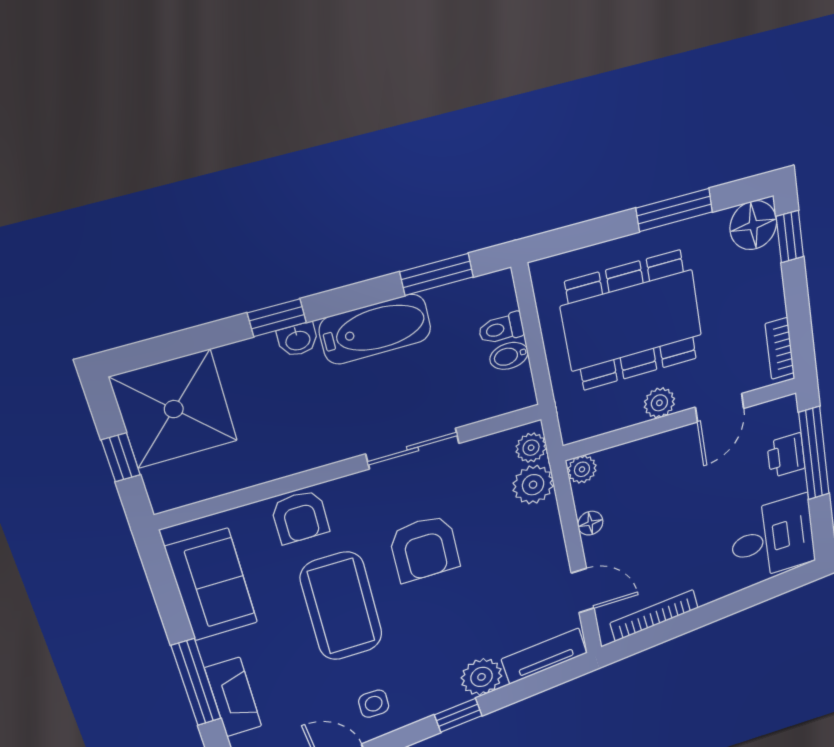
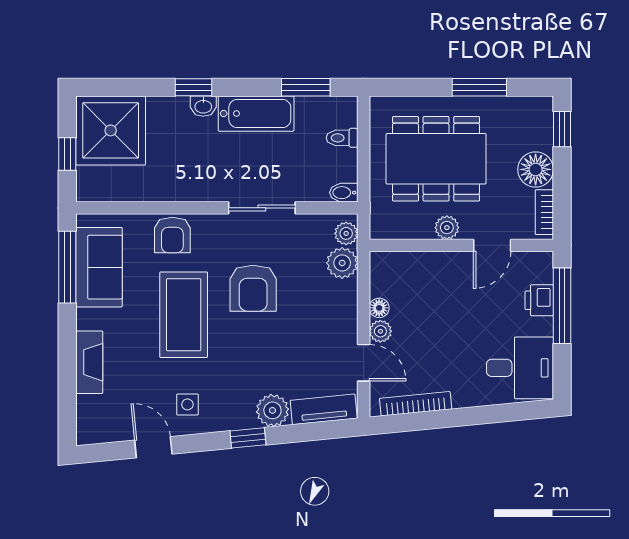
floor lamp: (753, 225) -> (536, 169), moved
bidet: (509, 356) -> (344, 193), moved
plant: (582, 469) -> (380, 331), moved
window: (196, 682) -> (67, 267), moved

